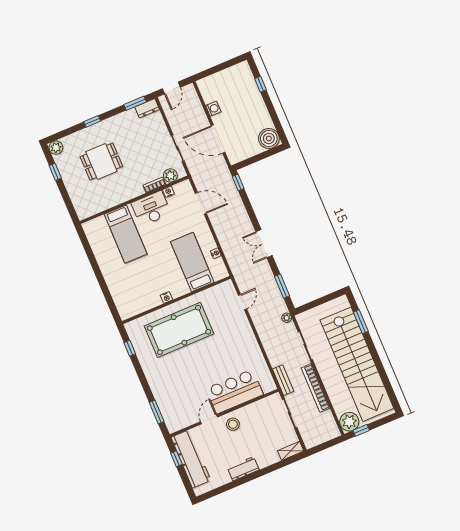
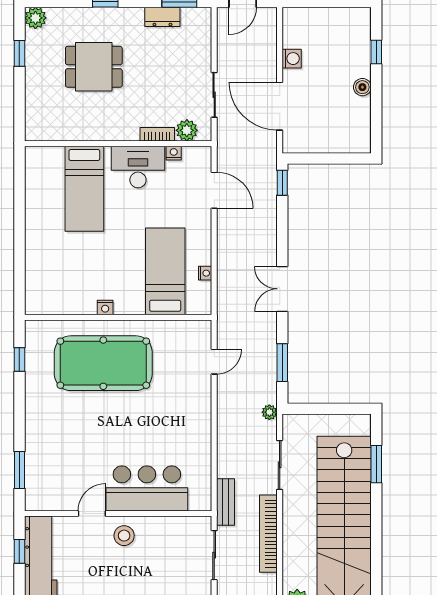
dresser: (147, 108) -> (162, 17), moved
boiler: (269, 138) -> (362, 87), moved, width x0.54, depth x0.54

